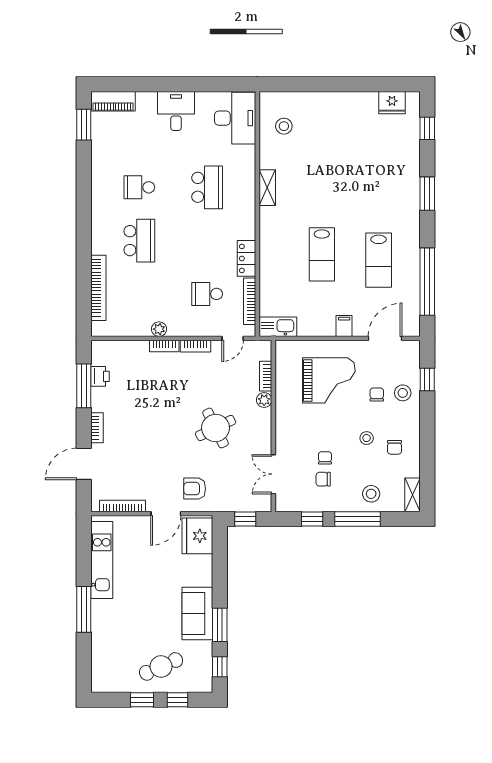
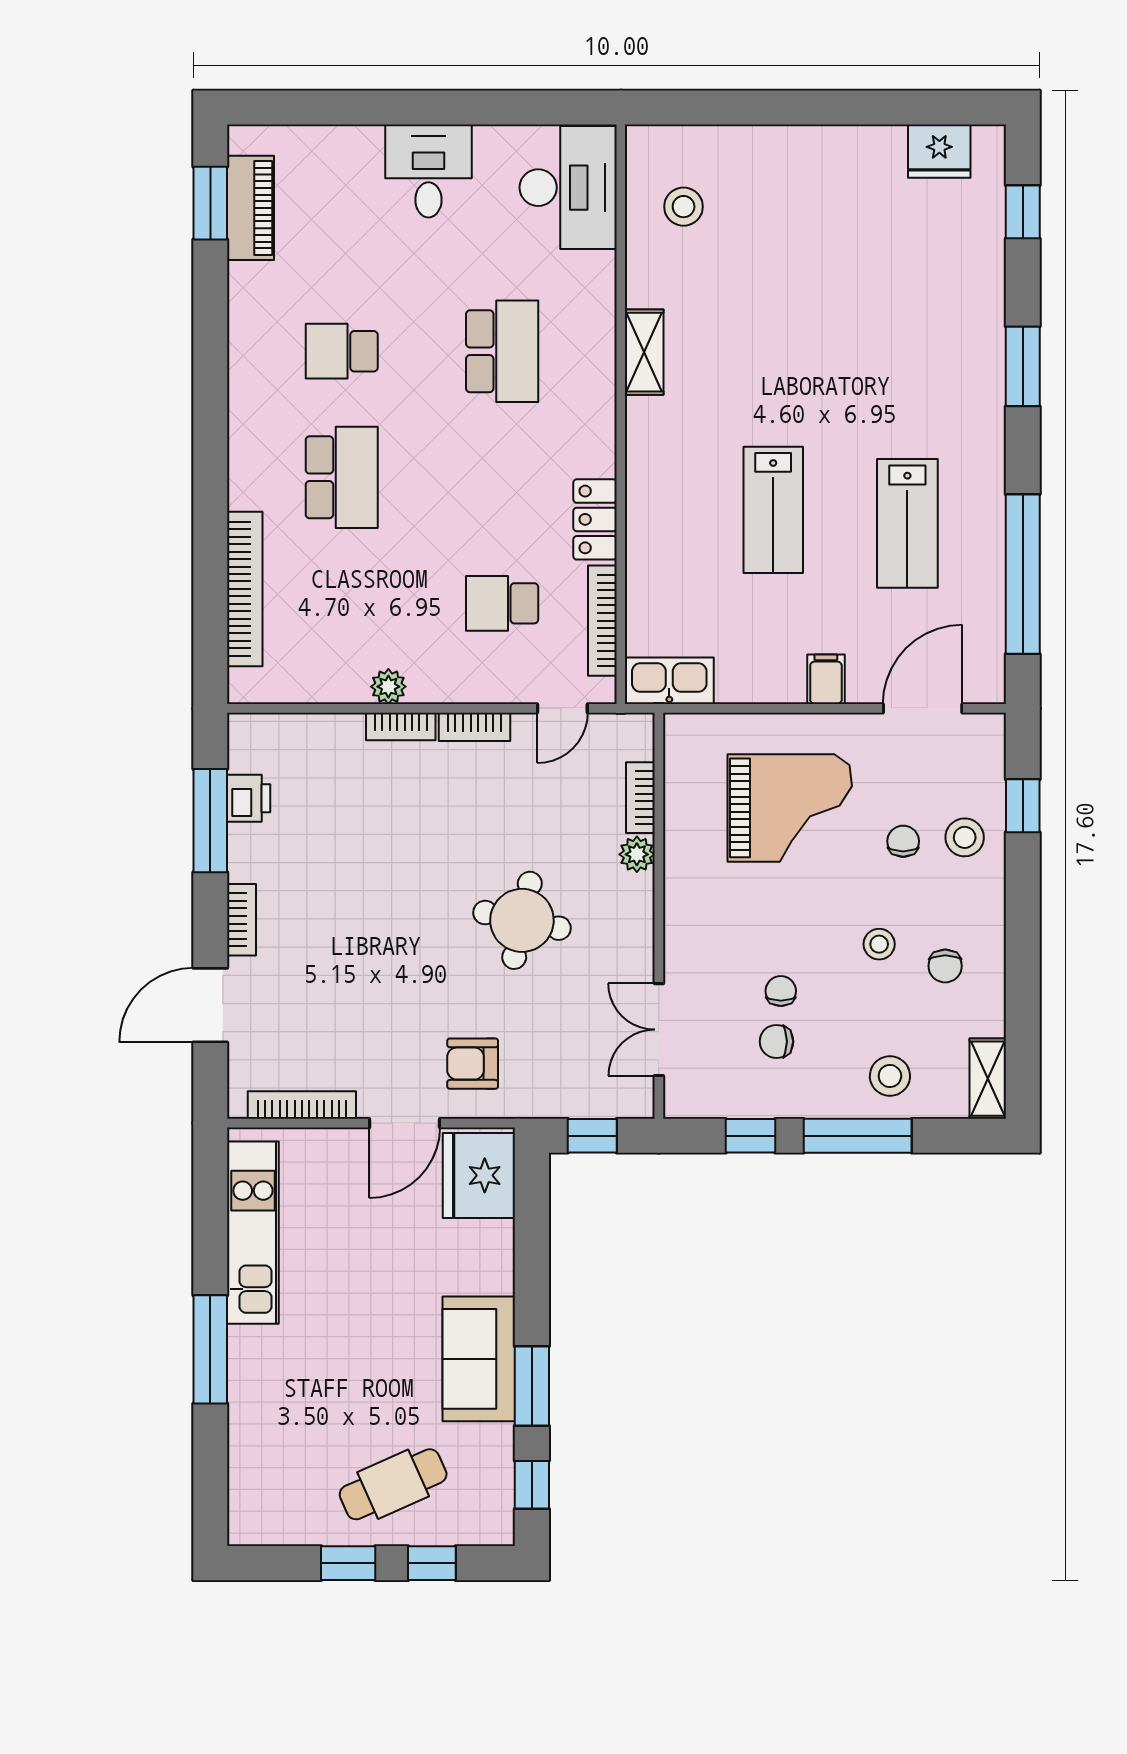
piano: (113, 101) -> (251, 208), moved, turned -90
round table: (216, 428) -> (522, 920), turned 38

